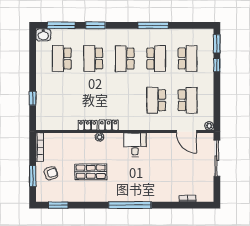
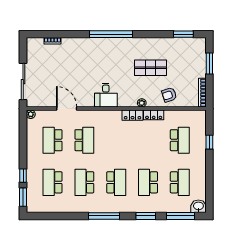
window: (153, 25) -> (104, 216), moved
school desk: (93, 59) -> (148, 182), turned 180
school desk: (62, 100) -> (180, 140), added
door: (186, 131) -> (67, 109), moved
armchair: (51, 173) -> (169, 95), moved

